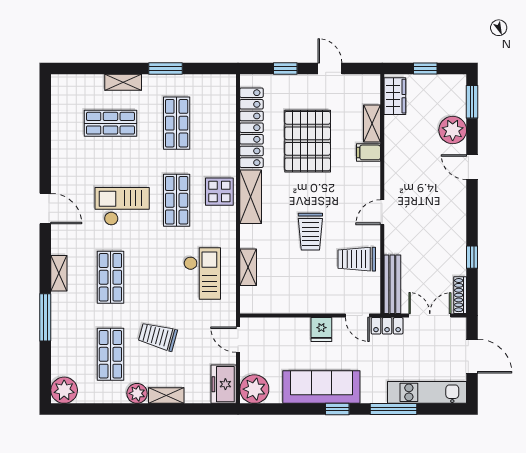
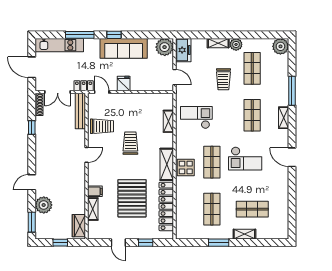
door: (472, 167) -> (32, 182), swing flipped
checkout: (202, 274) -> (196, 118), turned 90
trolley: (158, 336) -> (223, 79), turned 75

